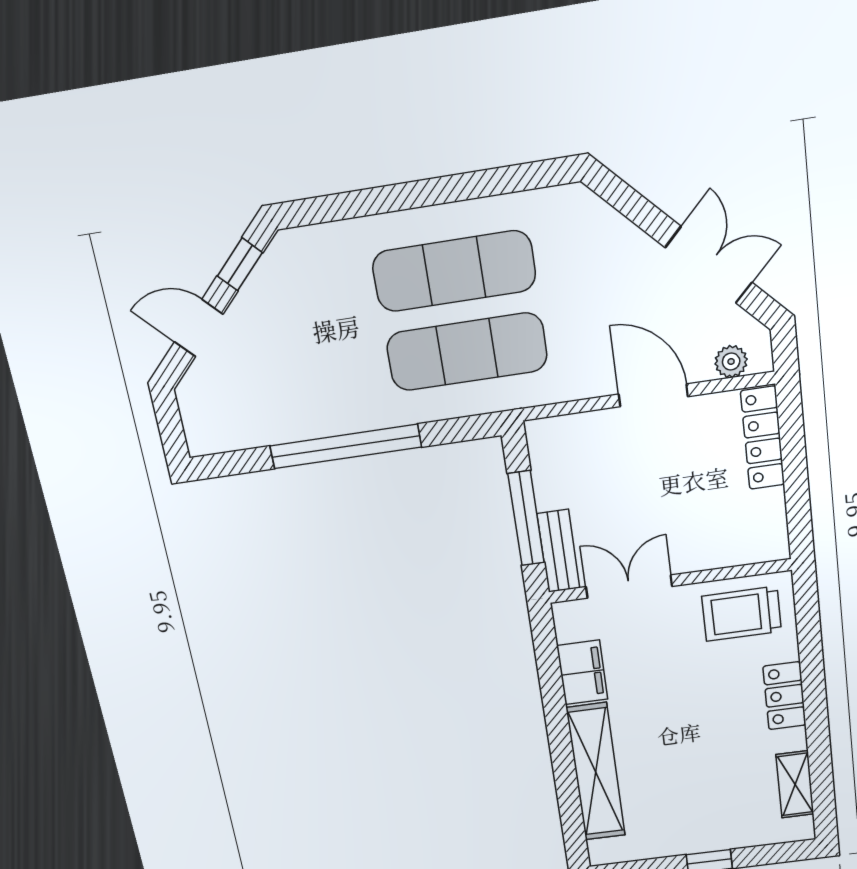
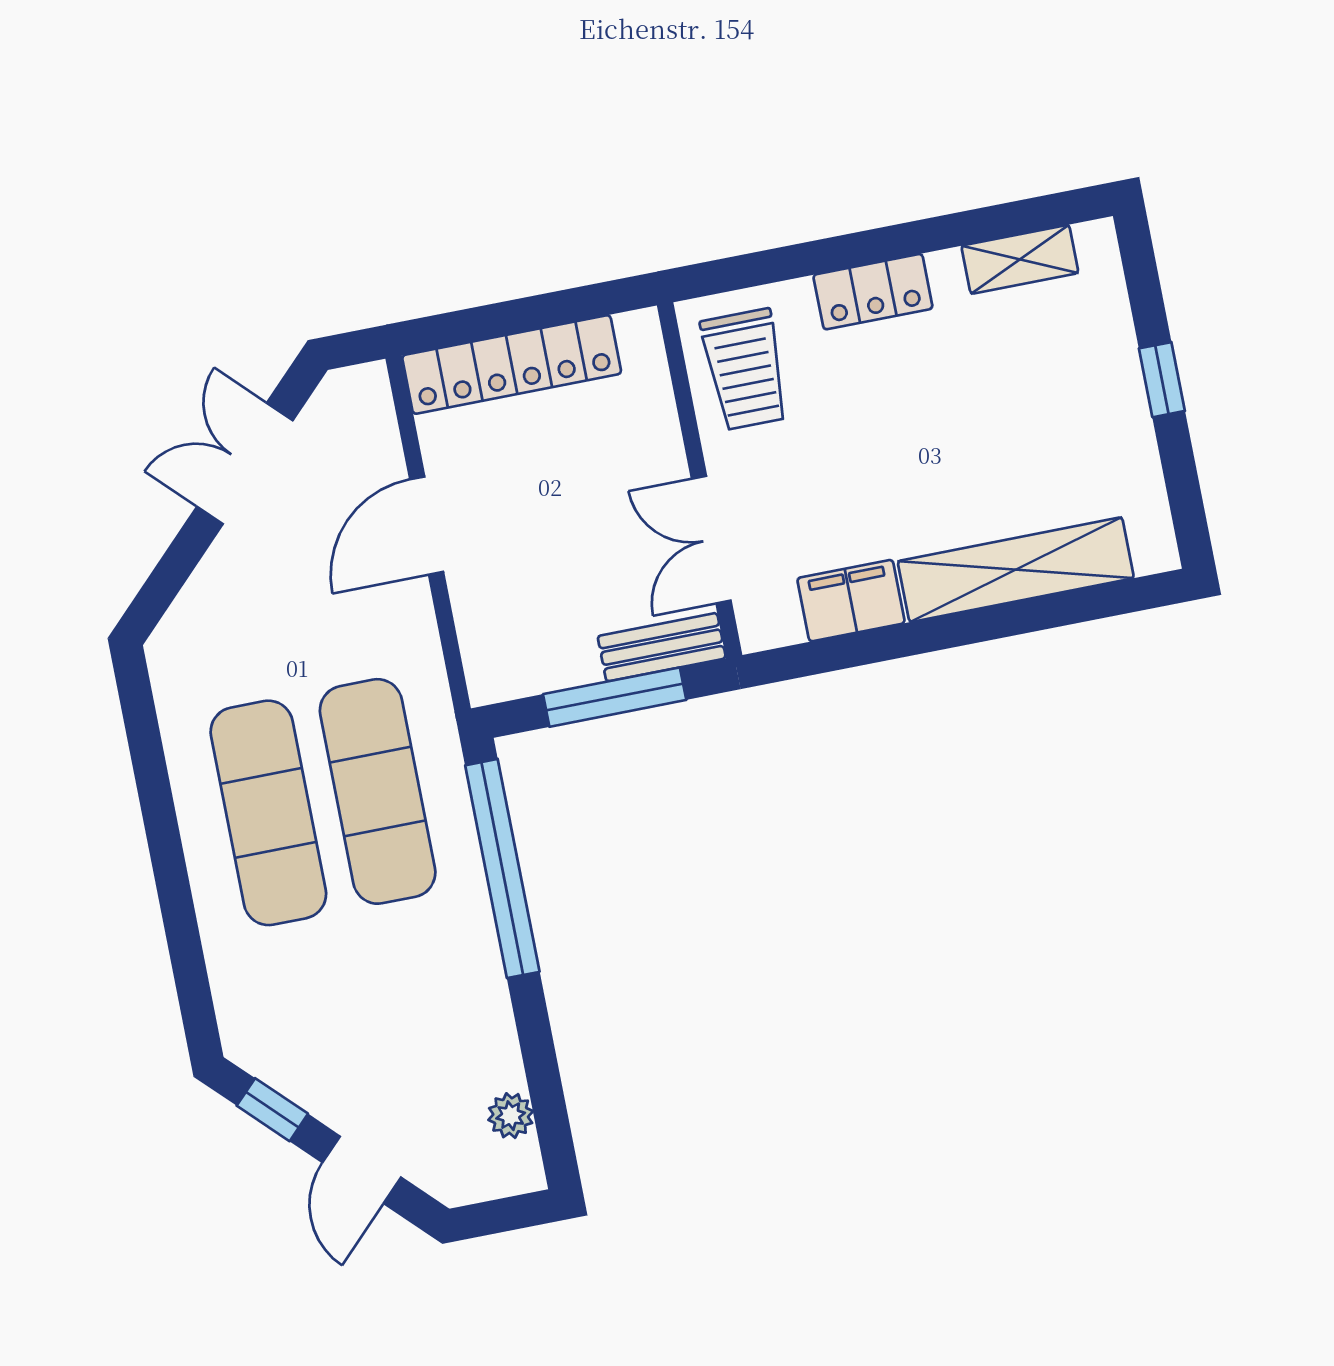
plant: (731, 362) -> (511, 1116), moved
locker: (763, 438) -> (512, 364), width x1.41, depth x1.21
window: (346, 446) -> (502, 869), moved

